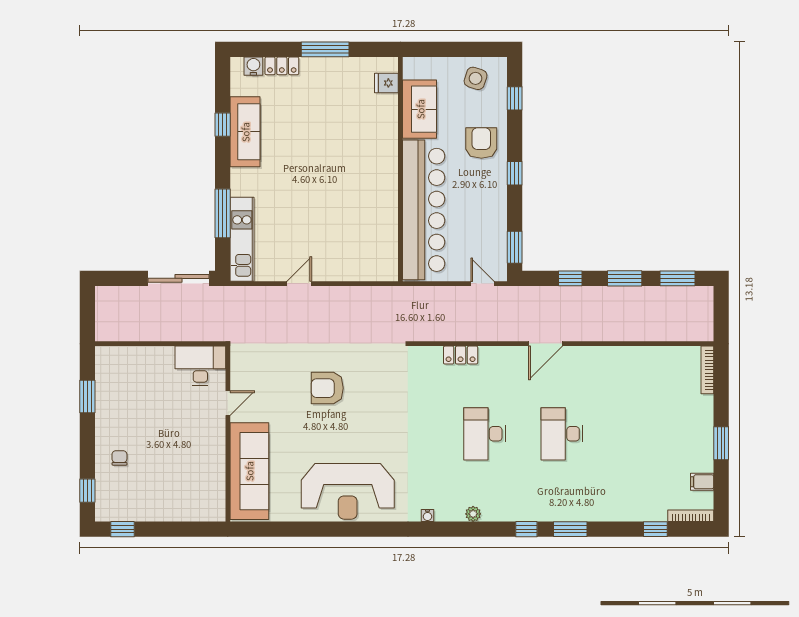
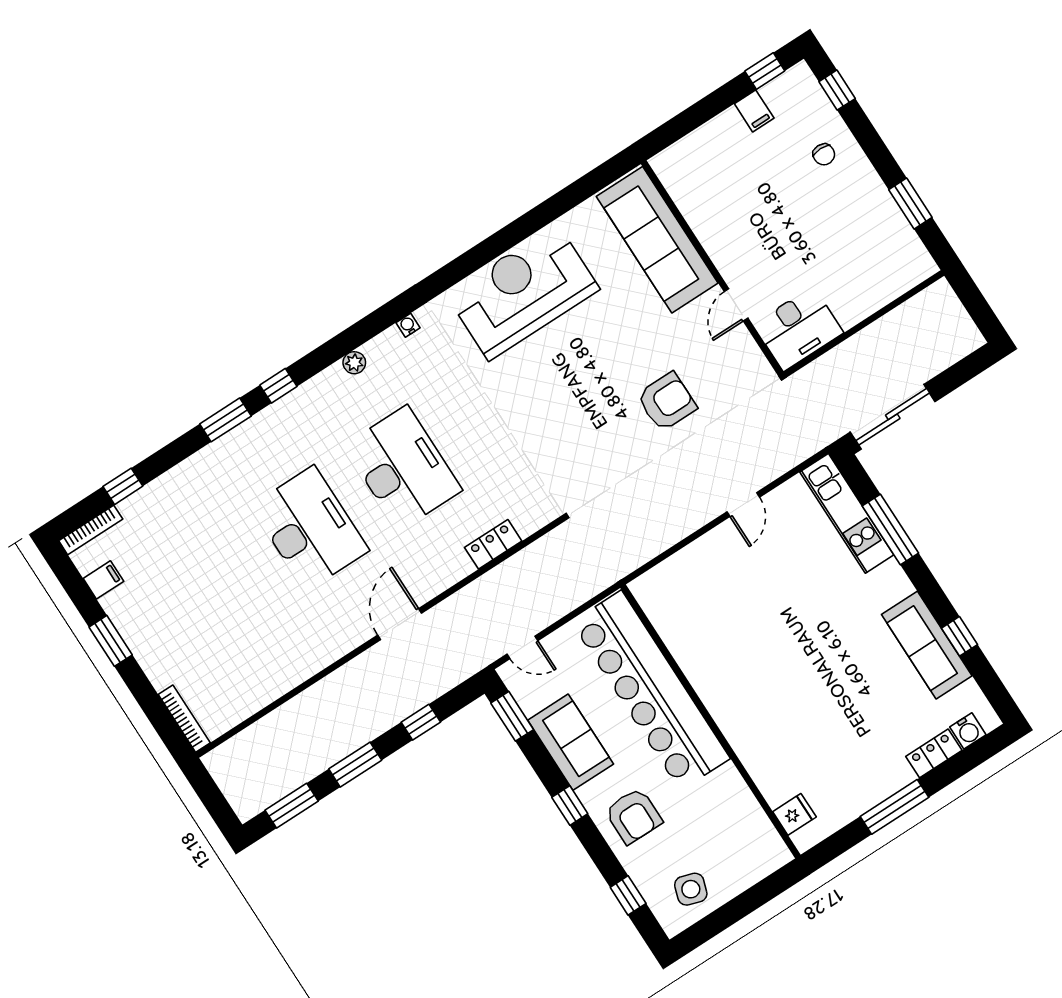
sofa: (420, 109) -> (571, 742), moved, turned 180
armchair: (327, 388) -> (667, 402), moved
desk: (485, 434) -> (403, 468), width x1.36, depth x1.30
desk: (562, 434) -> (310, 528), width x1.36, depth x1.30
filing cabinet: (144, 510) -> (754, 111), added

